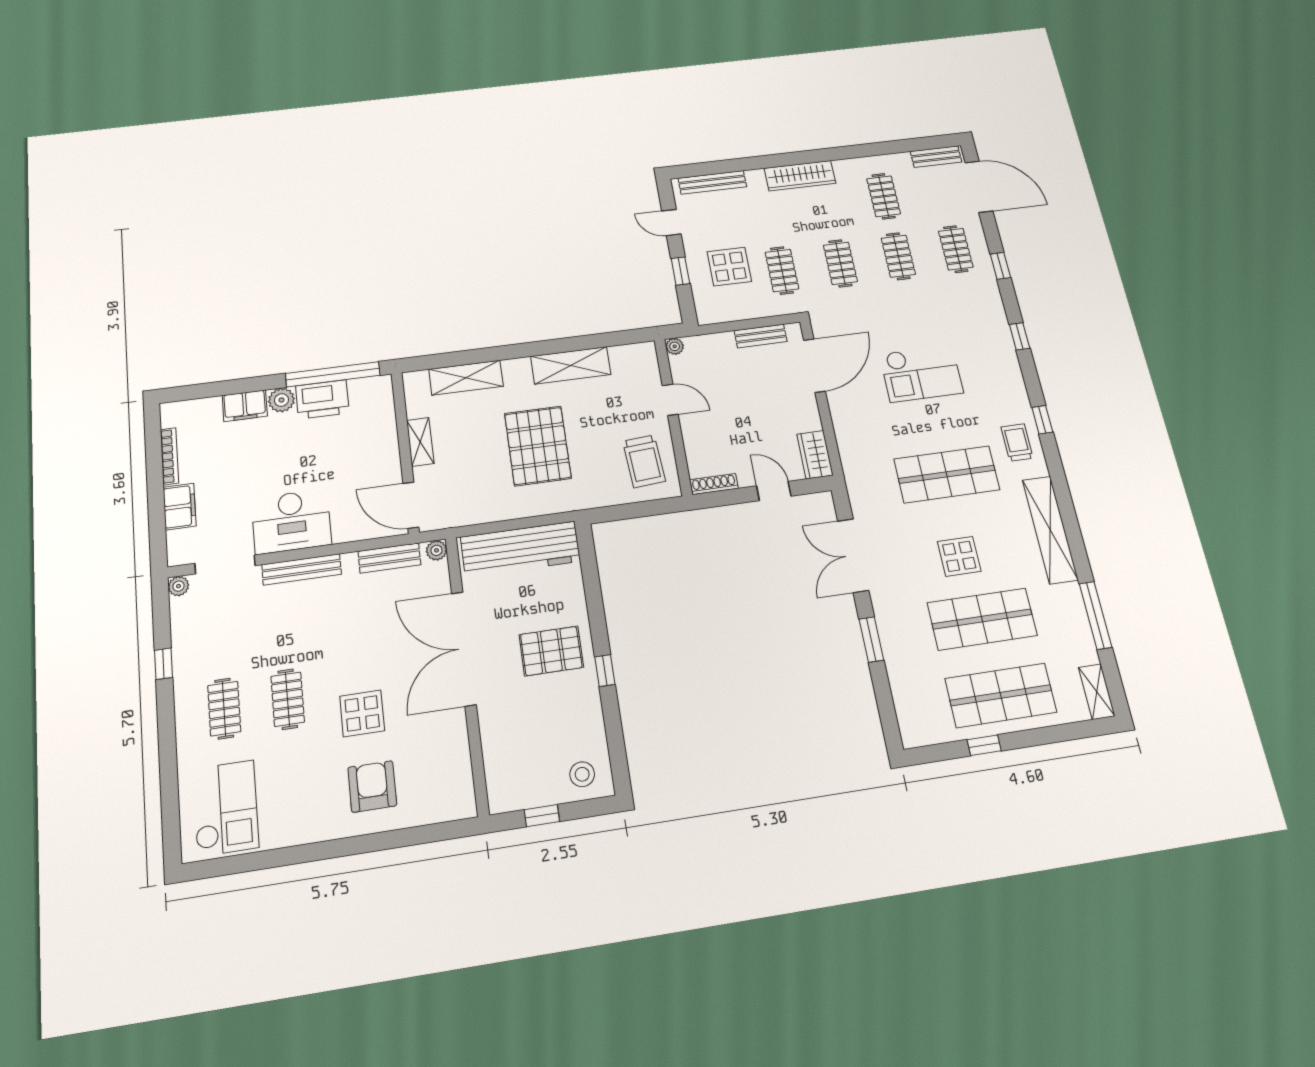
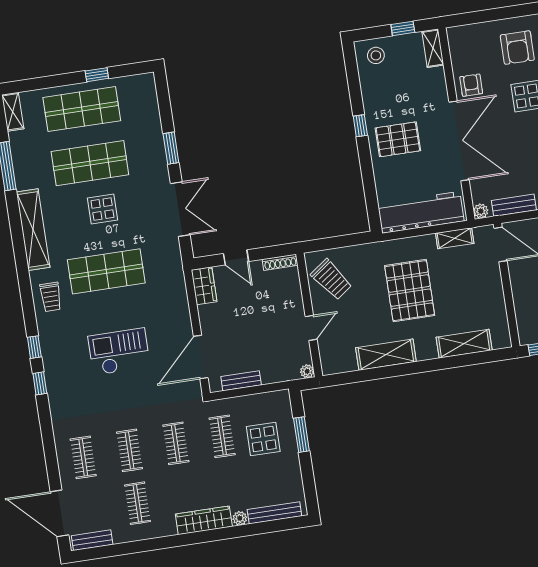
plant: (755, 177) -> (240, 518), added
door: (671, 223) -> (308, 476), removed
window: (1000, 266) -> (49, 443), removed
window: (680, 271) -> (301, 435), width x1.50
door: (670, 400) -> (311, 328), swing flipped
window: (1042, 420) -> (34, 347), moved
shelving: (420, 442) -> (455, 238), moved, turned 90
trolley: (644, 461) -> (331, 279), turned 148
armchair: (443, 730) -> (471, 85), added
shelving: (498, 785) -> (433, 48), added

